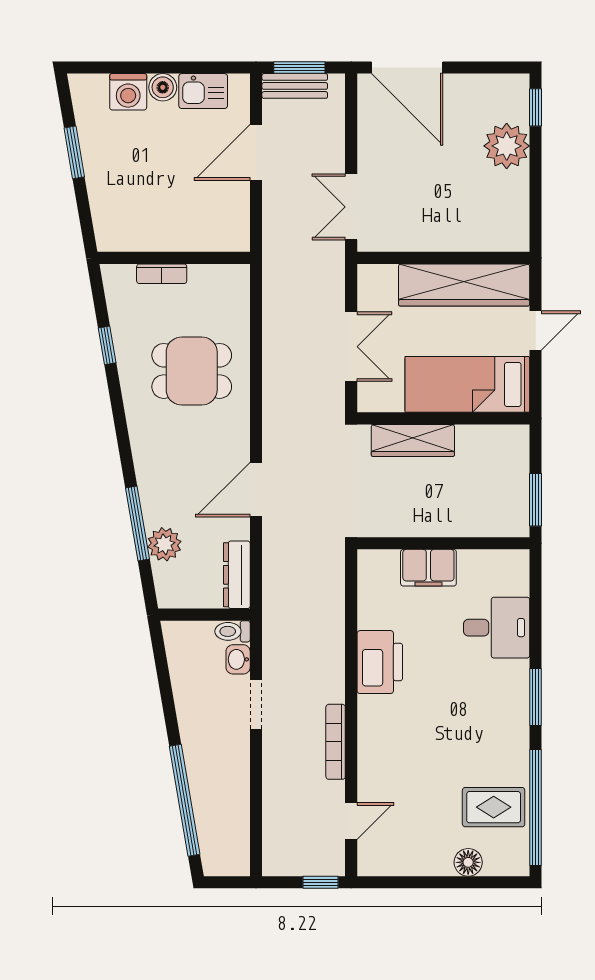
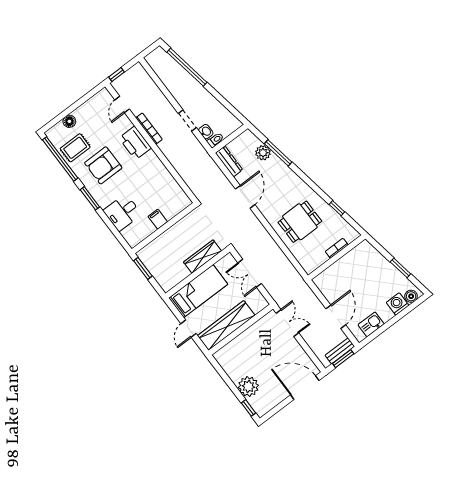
boiler: (163, 87) -> (411, 296), moved
filing cabinet: (428, 568) -> (158, 219), width x0.50
printer: (380, 662) -> (135, 143), moved
armchair: (467, 738) -> (103, 165), added

